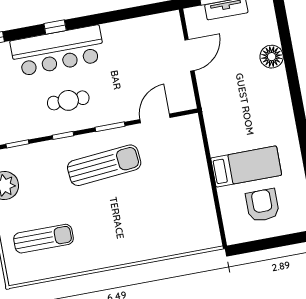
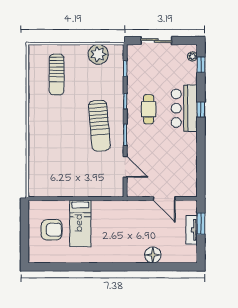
bar counter: (58, 51) -> (184, 108), width x0.73

